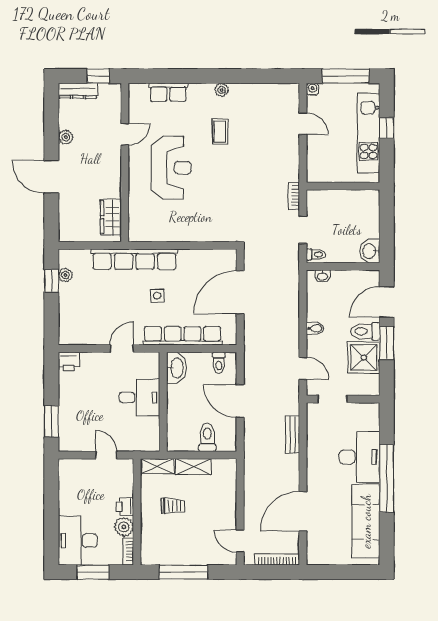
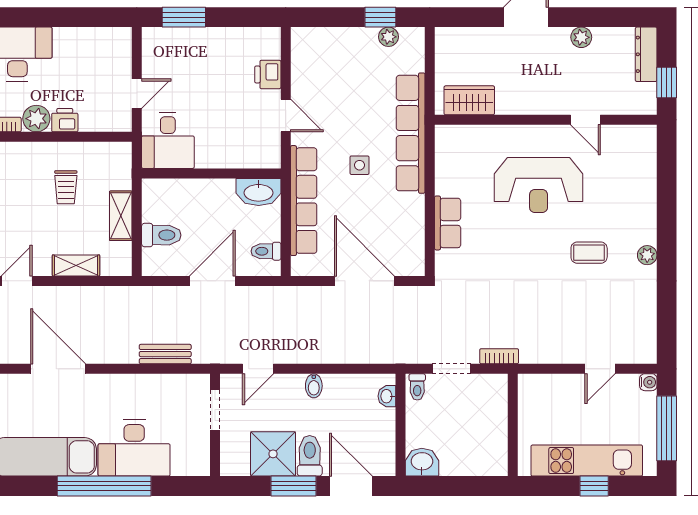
row of seats: (168, 92) -> (448, 223), moved, turned 180
printer: (69, 361) -> (268, 74), moved
desk: (139, 398) -> (168, 140), moved
shelving: (157, 466) -> (76, 265), moved, turned 90

